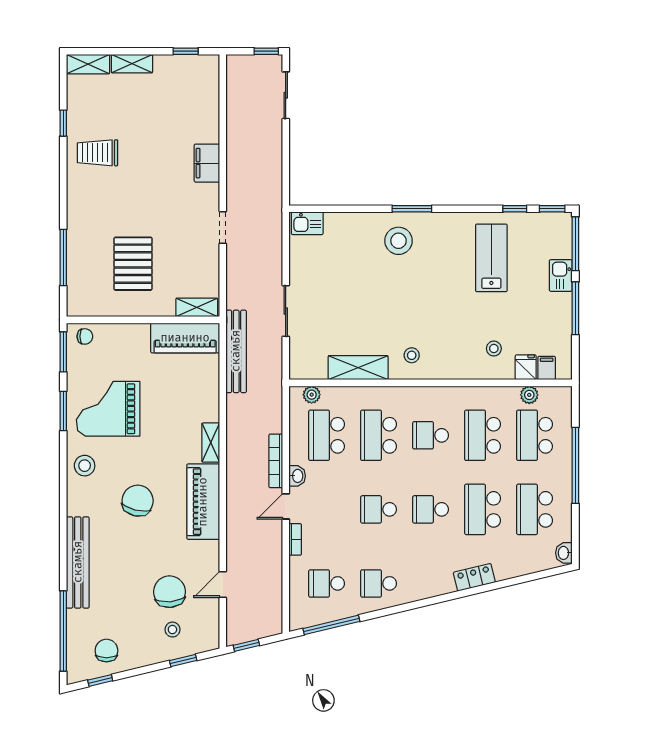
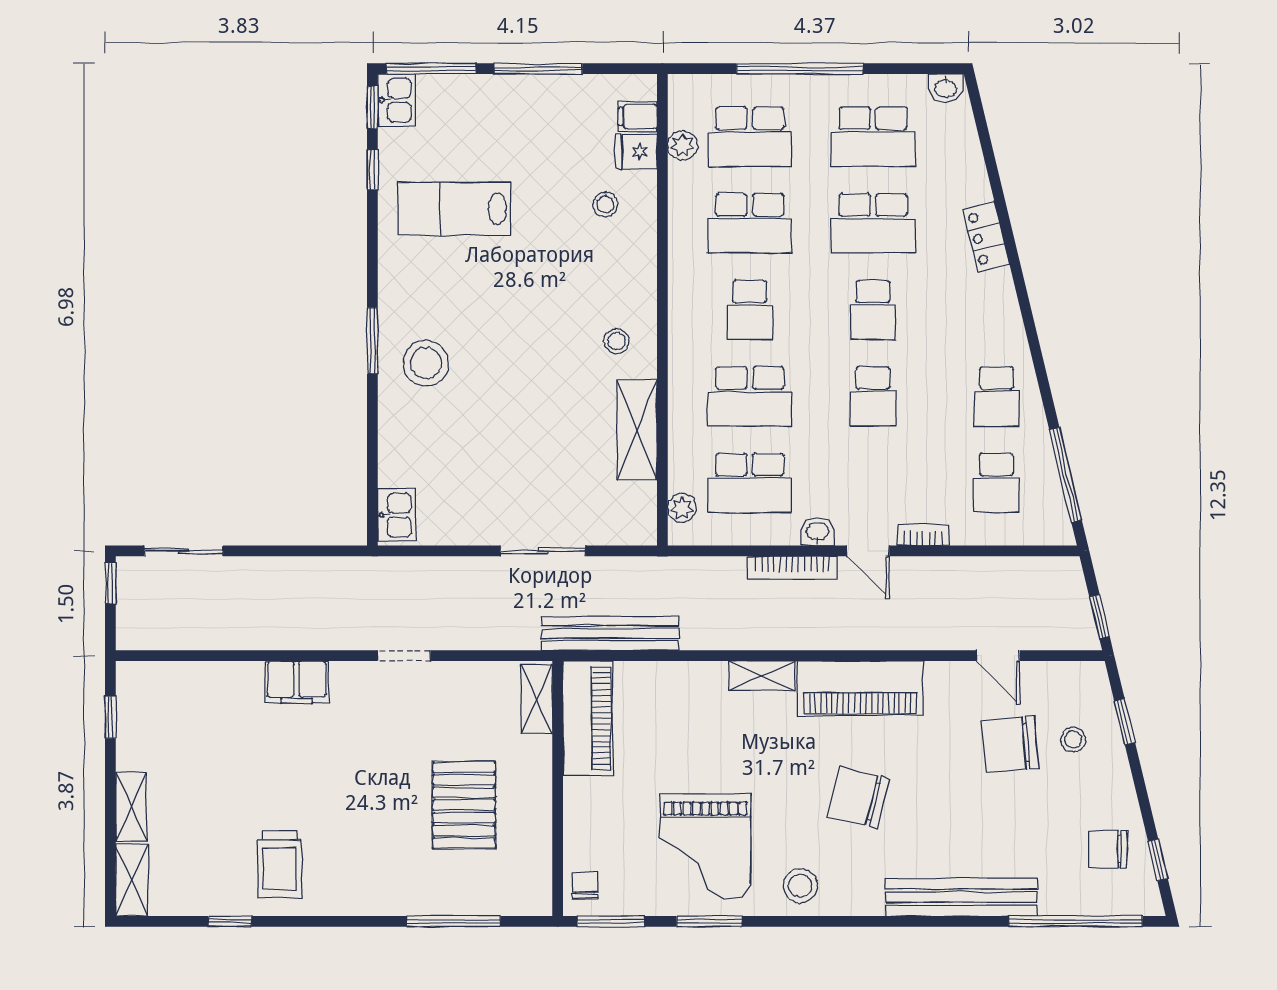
pallet: (133, 264) -> (464, 805), turned 90
kitchen sink: (561, 275) -> (397, 100), moved, turned -90

